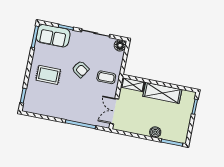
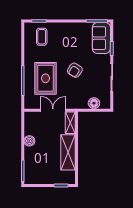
floor lamp: (120, 45) -> (94, 103), moved
rug: (48, 75) -> (46, 78), moved, width x1.36, depth x1.43
coffee table: (106, 77) -> (42, 37), moved
double door: (114, 111) -> (53, 110), moved
boiler: (155, 132) -> (29, 141), moved

